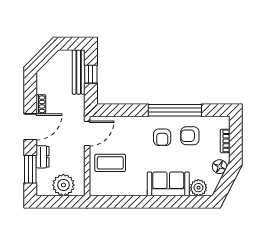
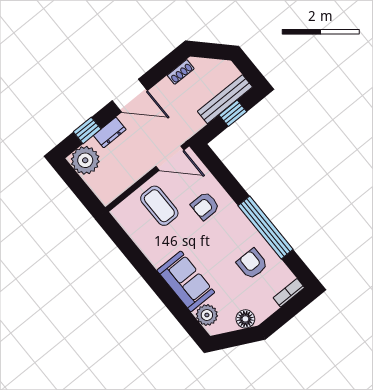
shoe rack: (41, 104) -> (181, 72), moved
armchair: (162, 137) -> (205, 206), moved
bookcase: (225, 141) -> (289, 293), moved
window: (30, 169) -> (87, 130), width x0.67
plant: (63, 185) -> (85, 160), moved

